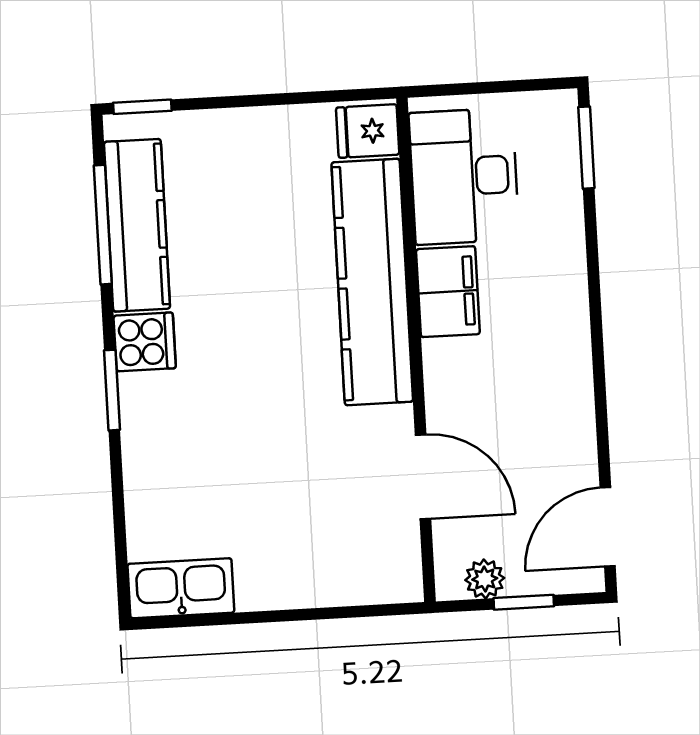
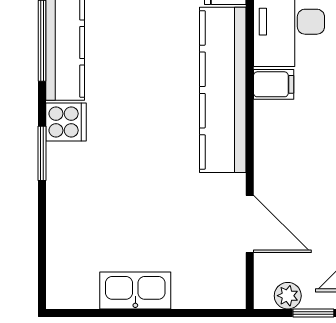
filing cabinet: (448, 292) -> (274, 84), width x0.50
kitchen sink: (181, 588) -> (135, 290), moved

